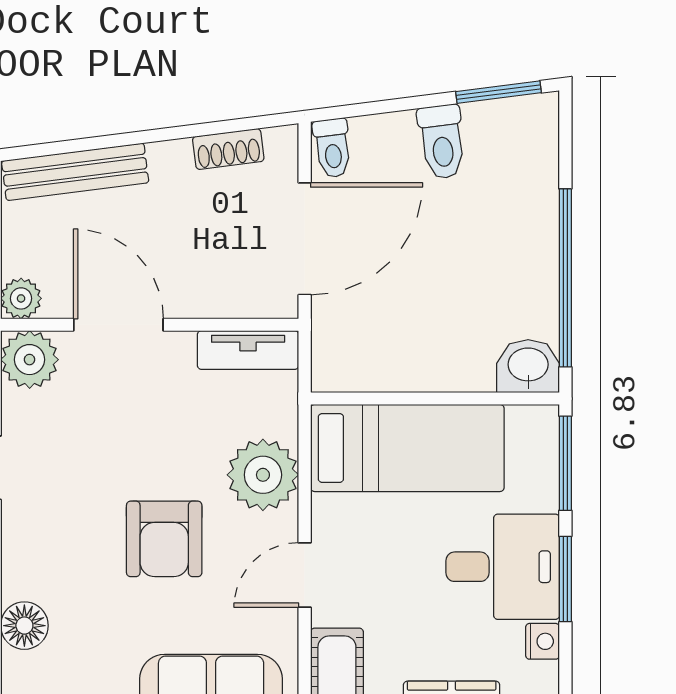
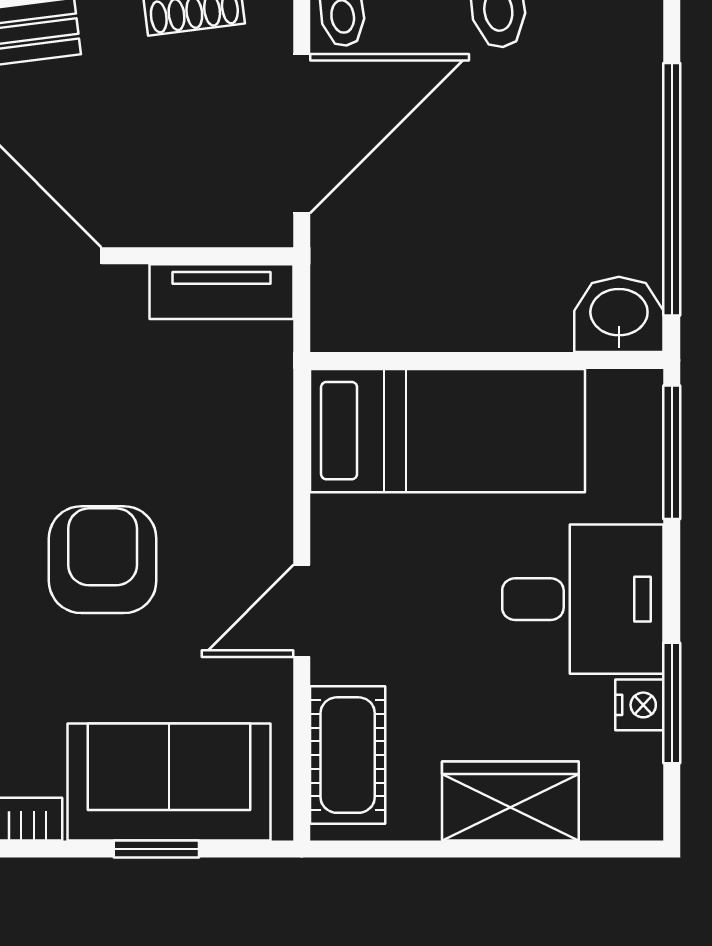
plant: (263, 475) -> (243, 469), removed
armchair: (164, 539) -> (103, 560), turned 180
window: (565, 579) -> (672, 703), moved

